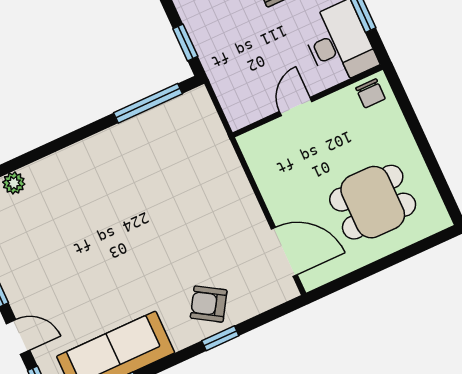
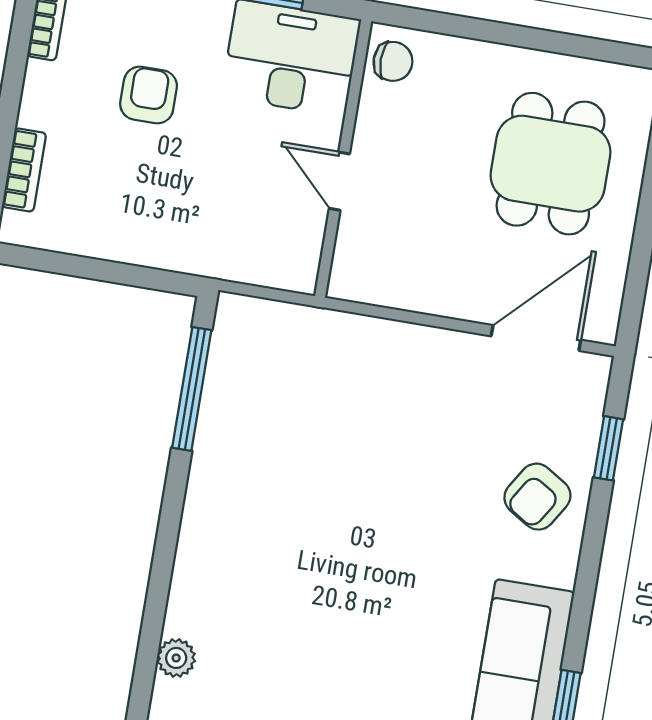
window: (185, 42) -> (141, 277), removed
window: (220, 338) -> (608, 448), moved

